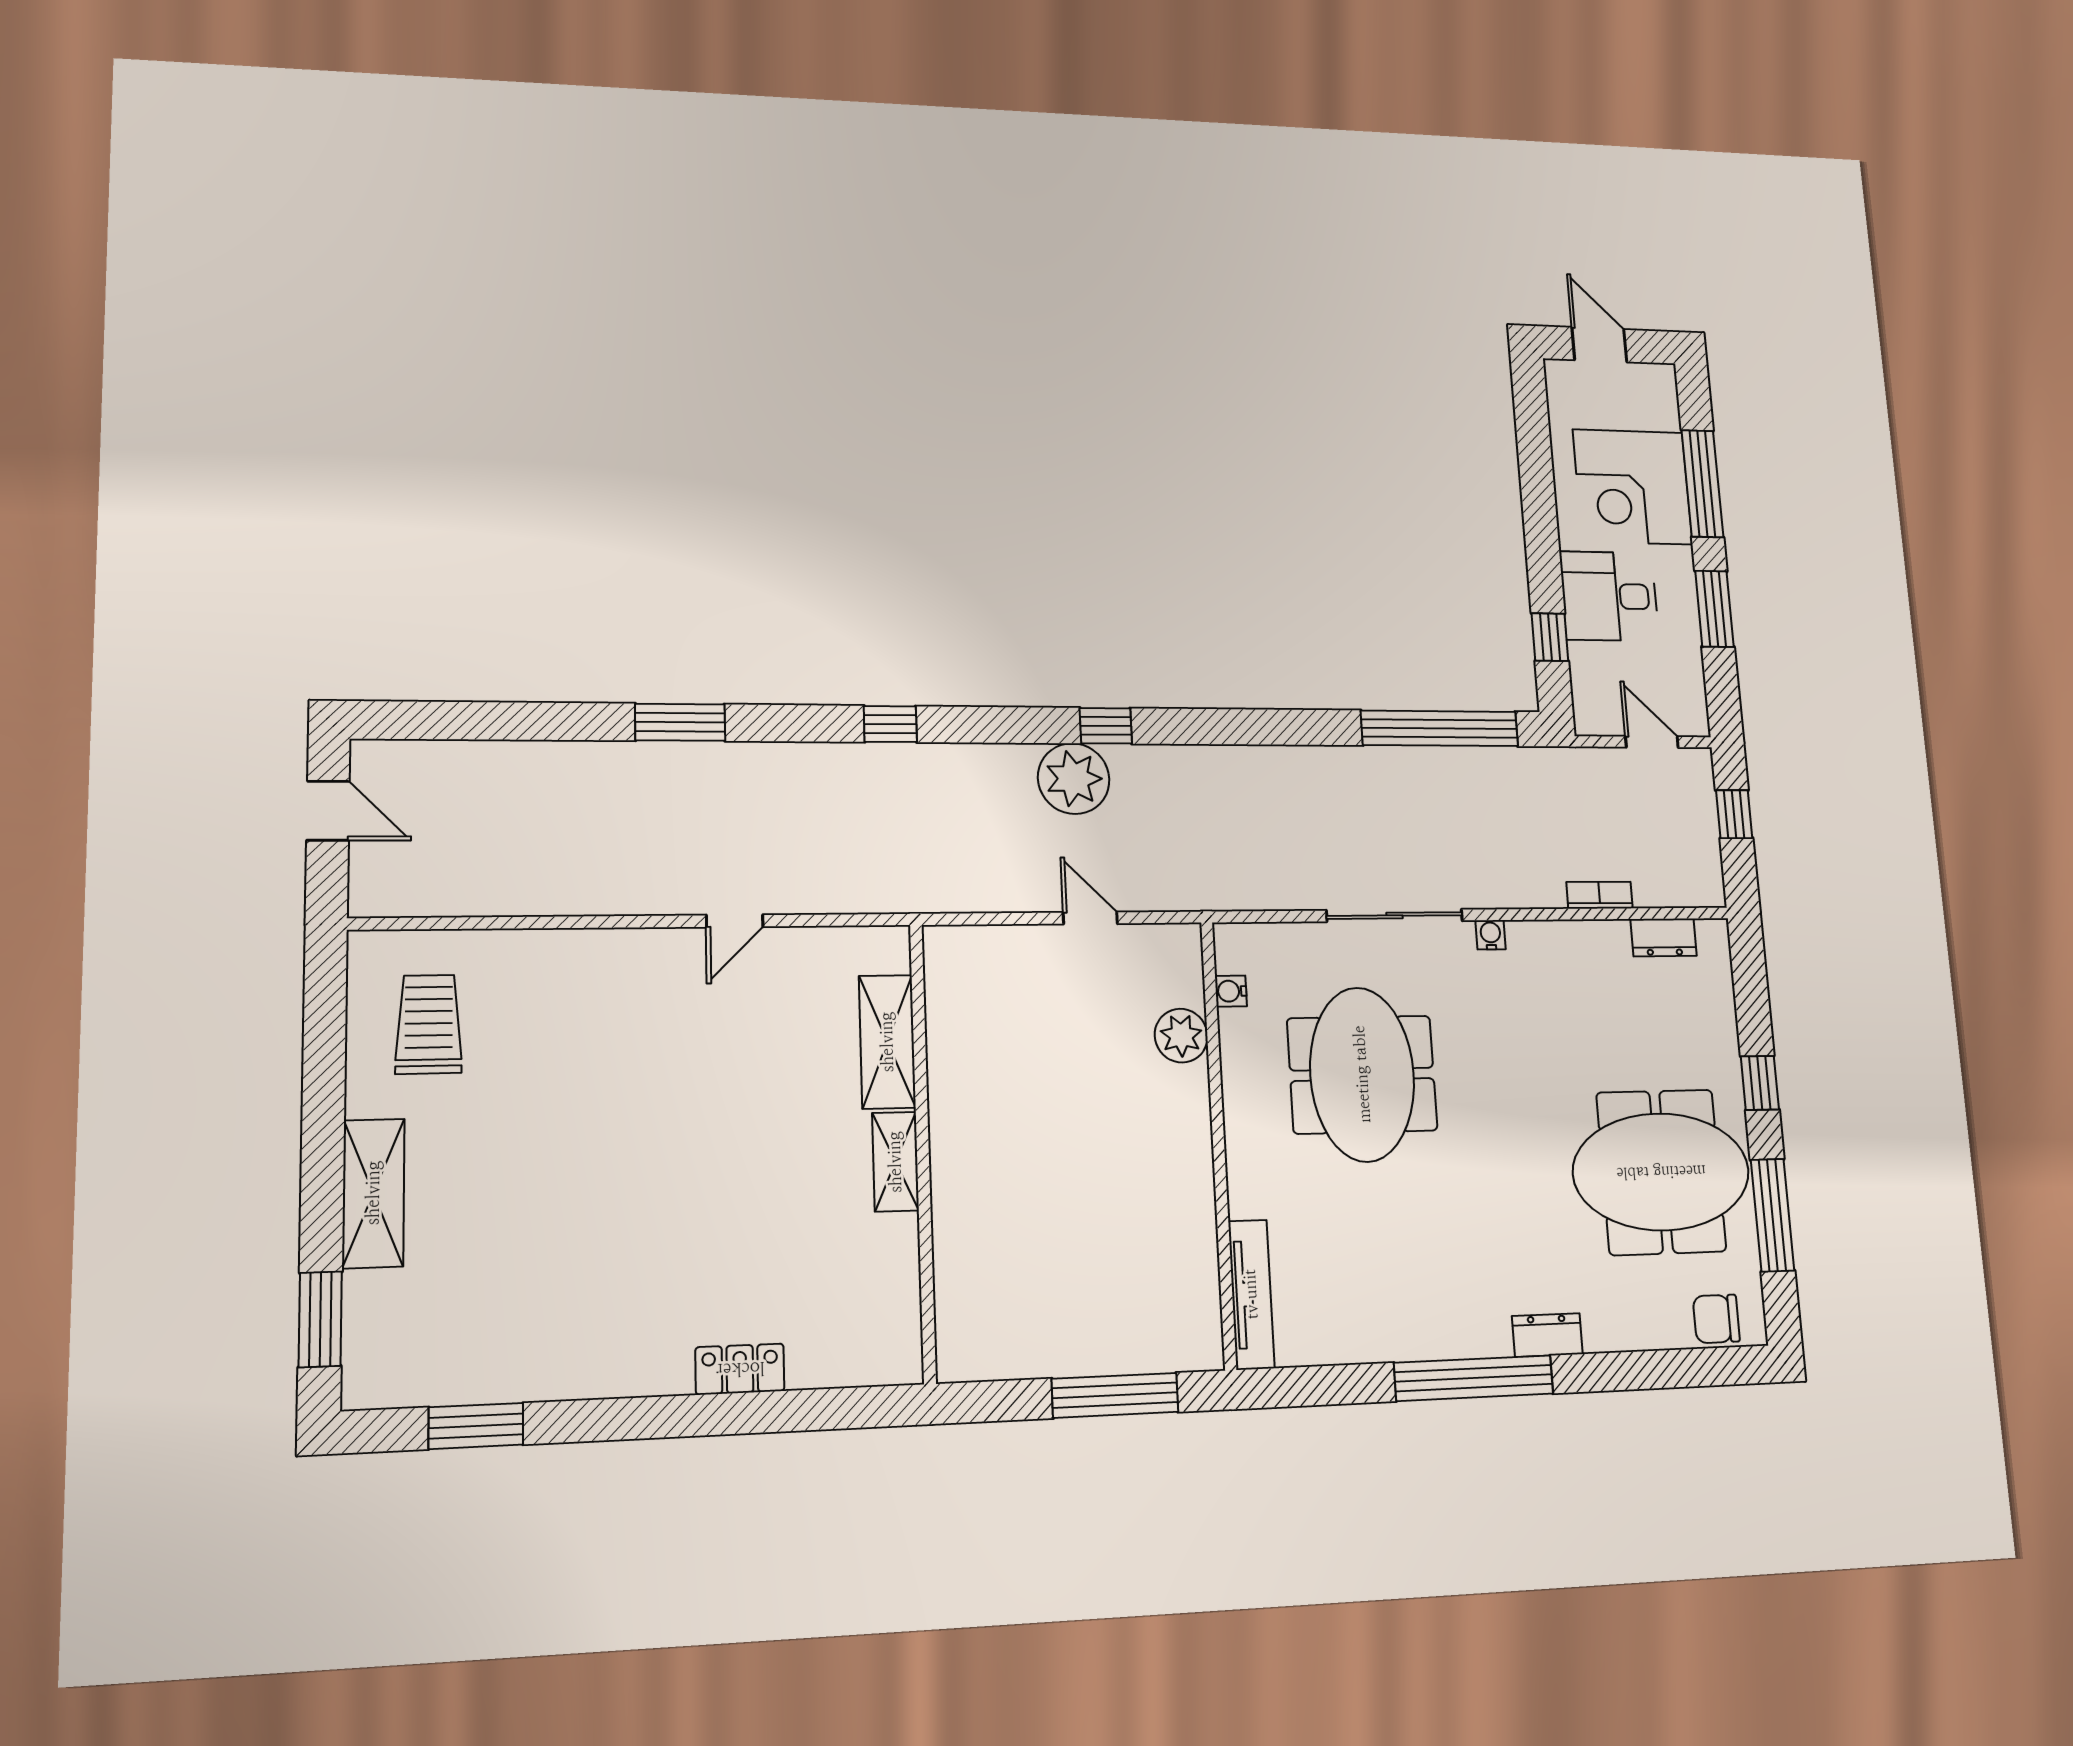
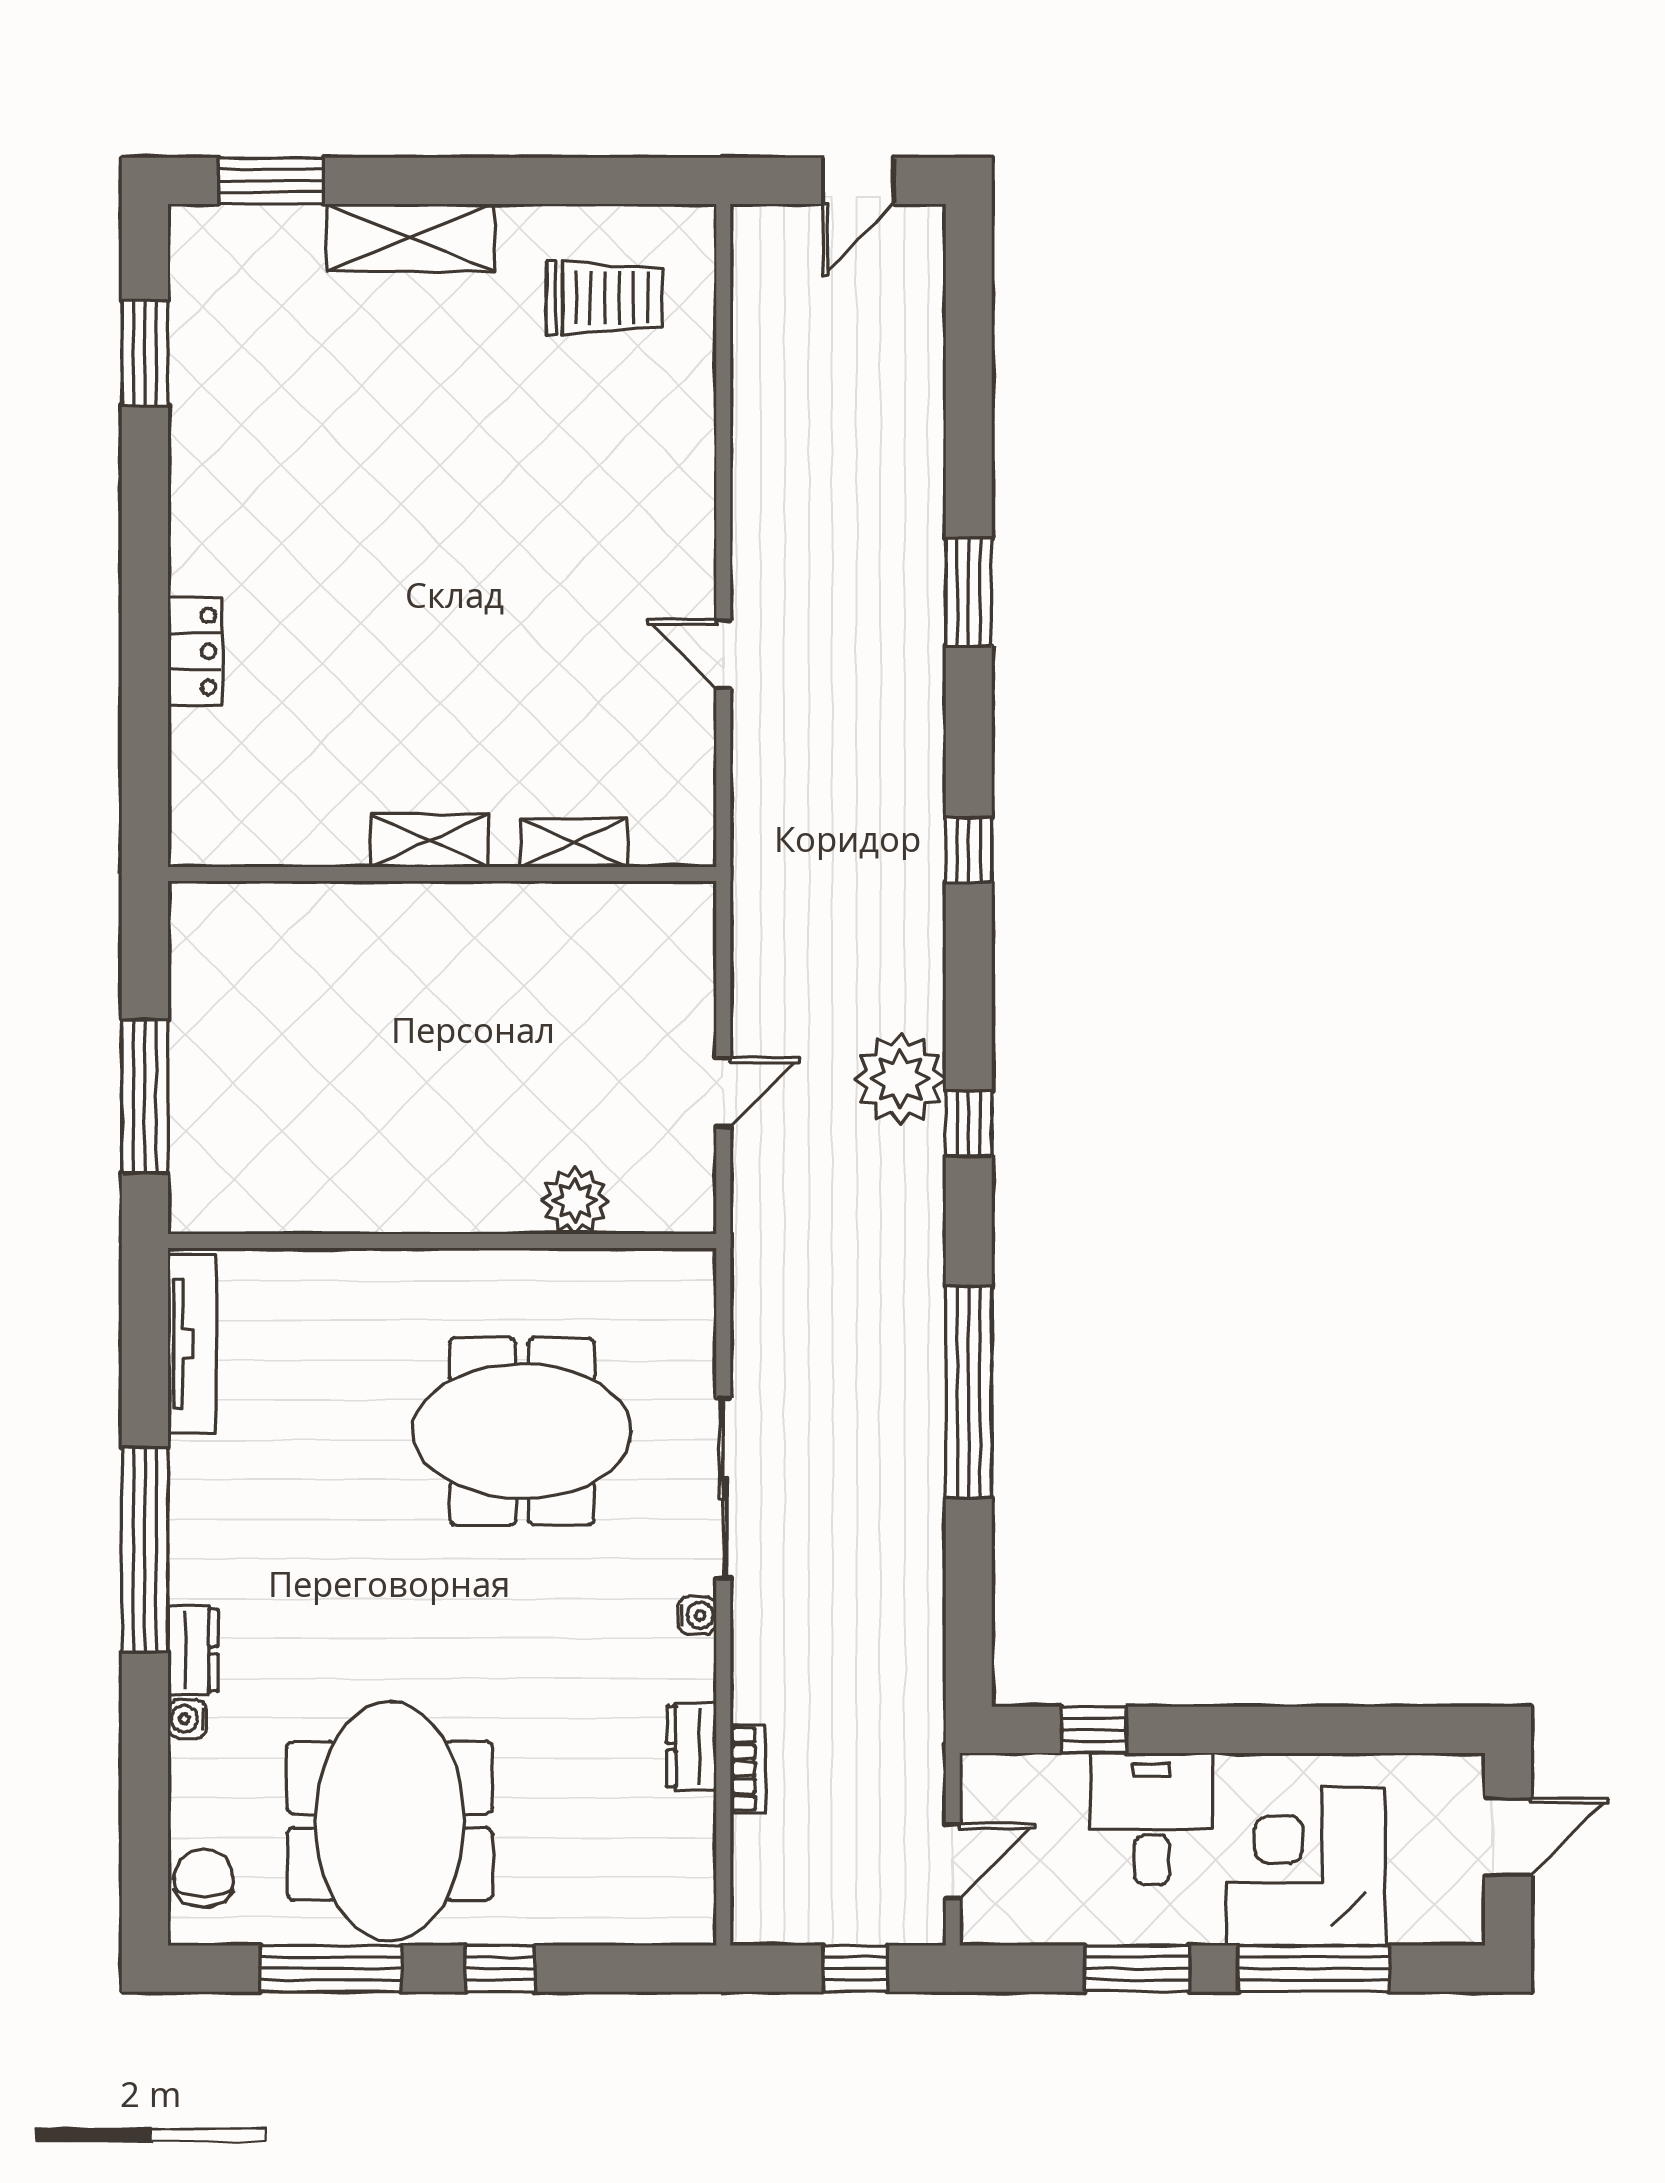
window: (1440, 728) -> (969, 1392), moved
dresser: (1664, 937) -> (692, 1747), moved
water cooler: (1231, 991) -> (187, 1719), moved, turned -90
shelving: (887, 1042) -> (574, 843), width x0.67, depth x0.75
tv unit: (1251, 1294) -> (192, 1344), moved, turned -90

